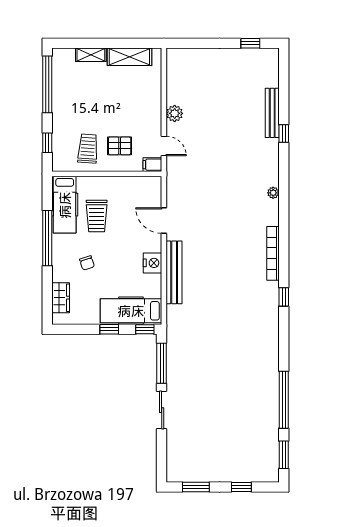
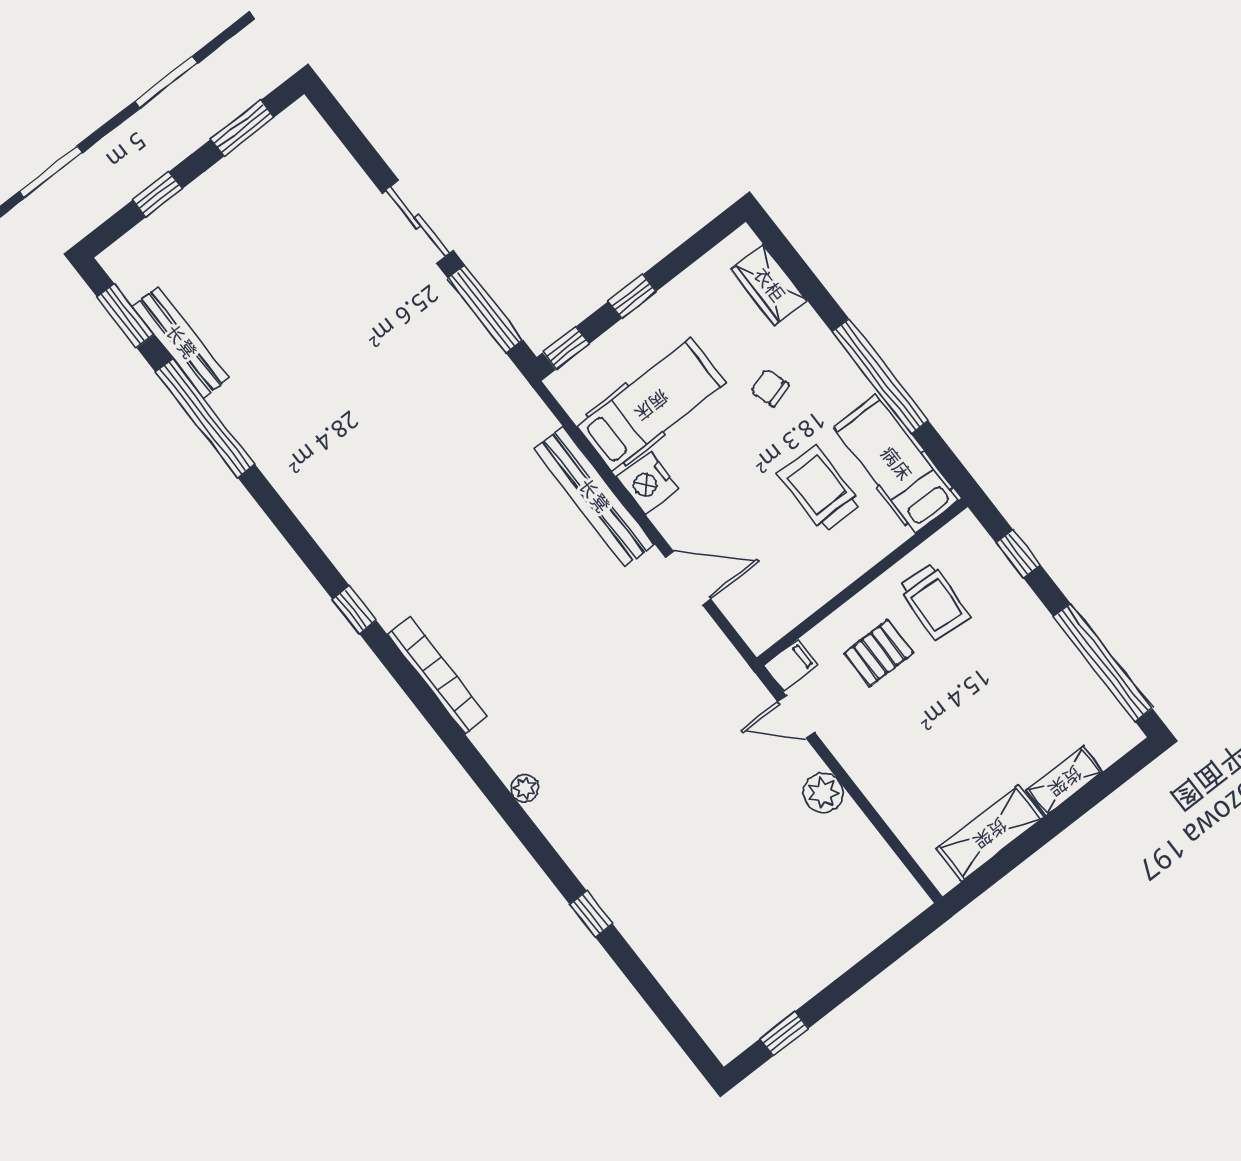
bench: (272, 113) -> (181, 342), moved
hospital bed: (131, 311) -> (651, 405), moved

